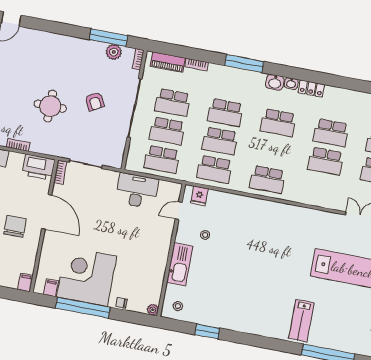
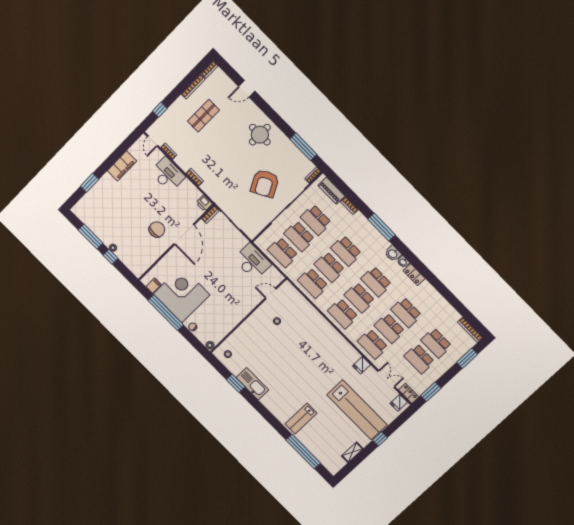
plant: (114, 52) -> (300, 159), removed
armchair: (95, 101) -> (265, 183), width x1.88, depth x1.88
round table: (50, 106) -> (260, 135), moved
school desk: (273, 151) -> (359, 298), added
printer: (39, 167) -> (204, 203), width x0.53, depth x0.68
school desk: (320, 190) -> (373, 344), added
fridge: (199, 196) -> (361, 365), moved
kitchen sink: (180, 264) -> (252, 384), moved, turned -90
filing cabinet: (25, 283) -> (139, 271), removed

